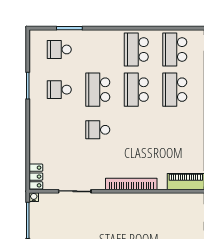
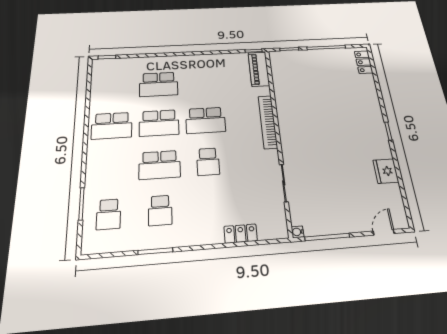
school desk: (175, 49) -> (206, 120), moved
locker: (36, 177) -> (241, 234), moved

